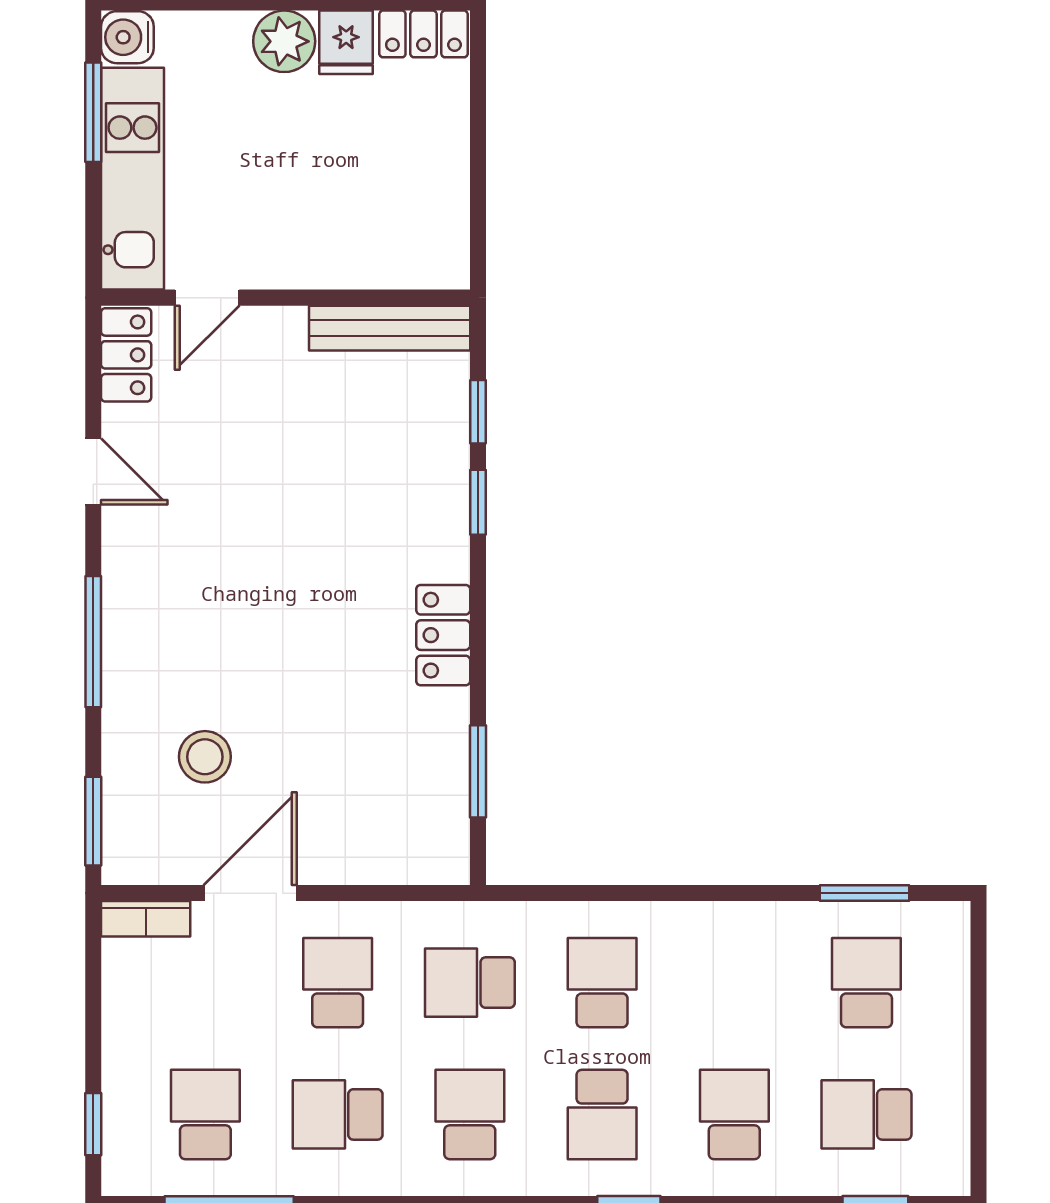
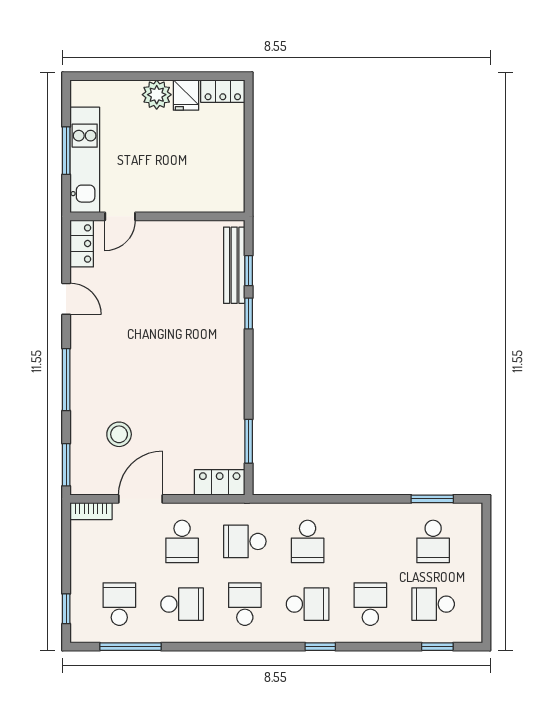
water cooler: (127, 37) -> (82, 93), removed
window: (93, 112) -> (66, 151), moved
bench: (390, 328) -> (234, 265), moved, turned 90
locker: (443, 635) -> (220, 482), moved, turned 90
school desk: (338, 983) -> (182, 541), turned 180
school desk: (602, 983) -> (308, 541), turned 180
school desk: (866, 983) -> (433, 541), turned 180
school desk: (338, 1114) -> (182, 604), turned 180
school desk: (602, 1114) -> (308, 604), turned -90

